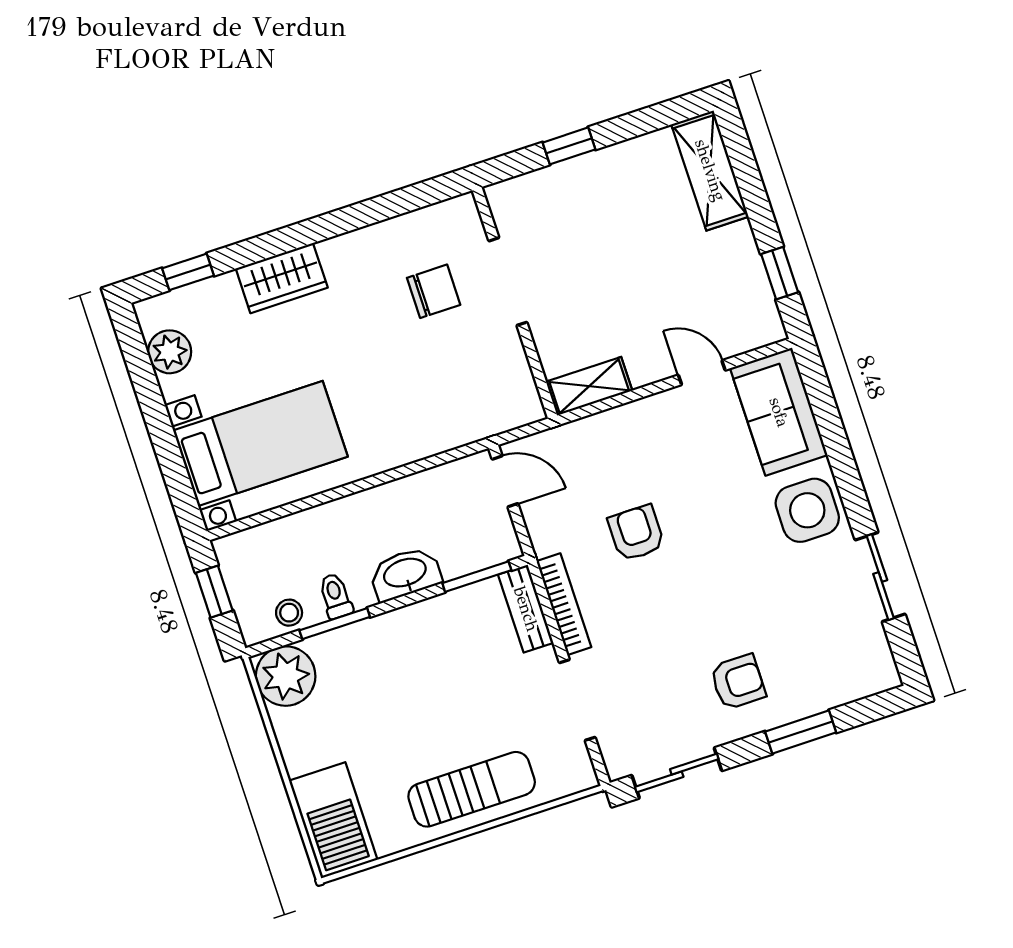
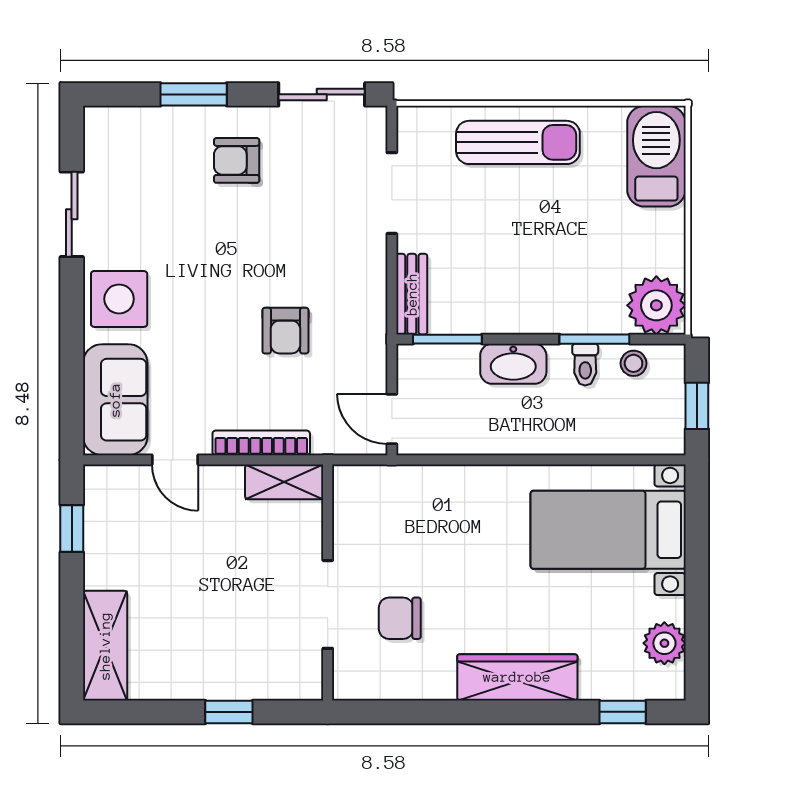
wardrobe: (282, 278) -> (517, 677), width x1.50
bookcase: (564, 604) -> (261, 443), moved, turned 90
sun lounger: (472, 789) -> (518, 142), turned 180

